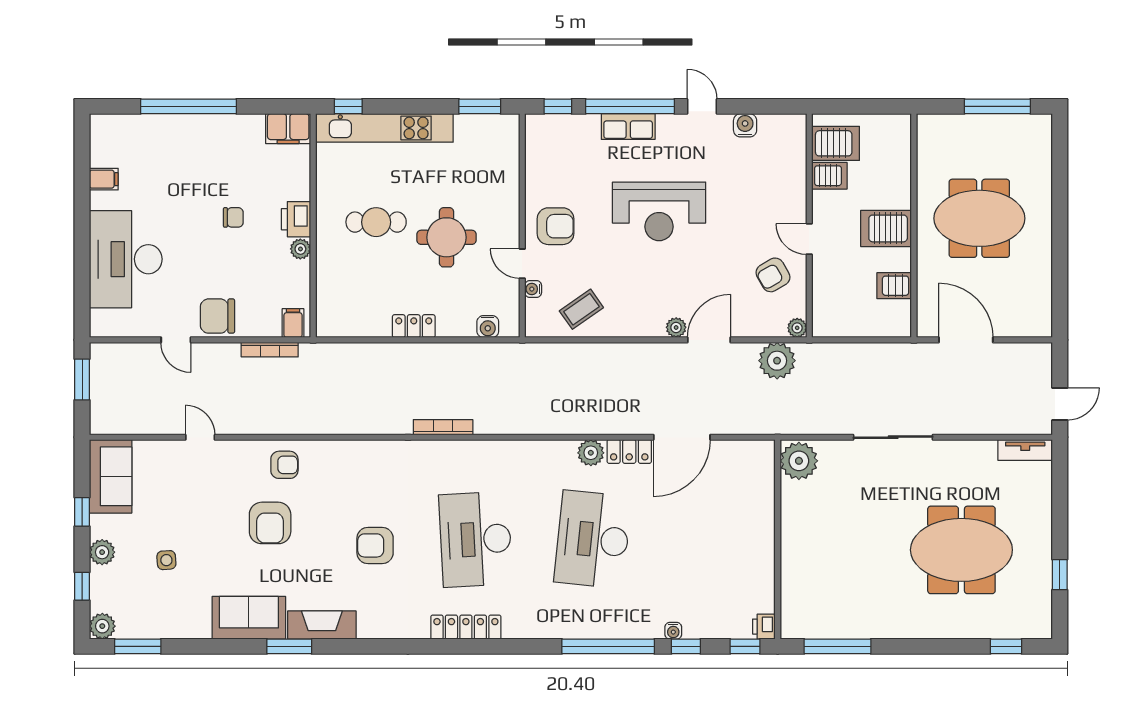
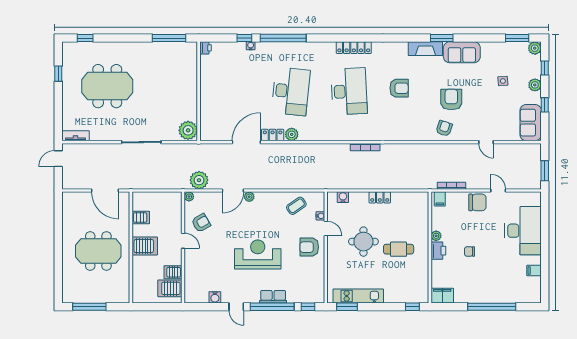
kitchen unit: (384, 128) -> (358, 296), moved, width x0.73
armchair: (284, 465) -> (444, 128), turned 108
window: (745, 646) -> (215, 38), removed

